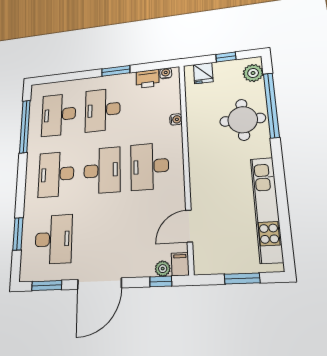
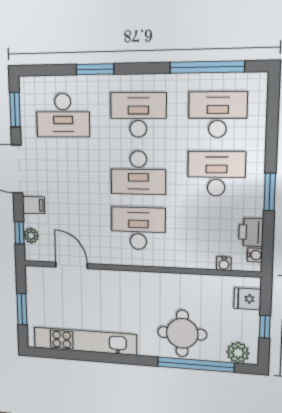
water cooler: (176, 119) -> (224, 264), moved
window: (18, 234) -> (95, 69), moved
filing cabinet: (180, 264) -> (34, 205), moved

